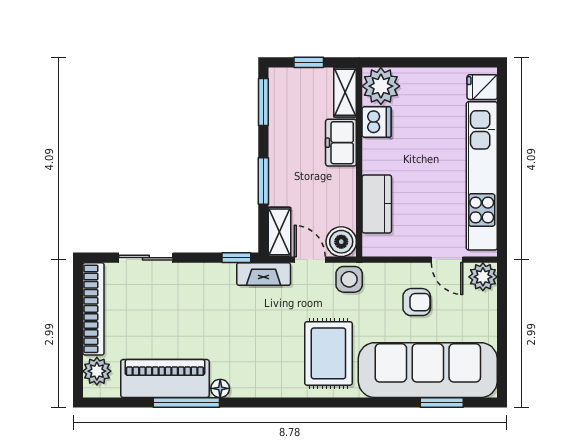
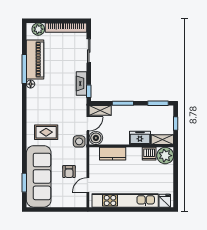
fireplace: (264, 274) -> (81, 83), moved
plant: (483, 277) -> (80, 201), removed
rug: (328, 353) -> (46, 132), width x0.73, depth x0.70

